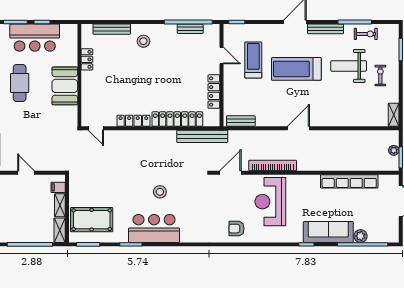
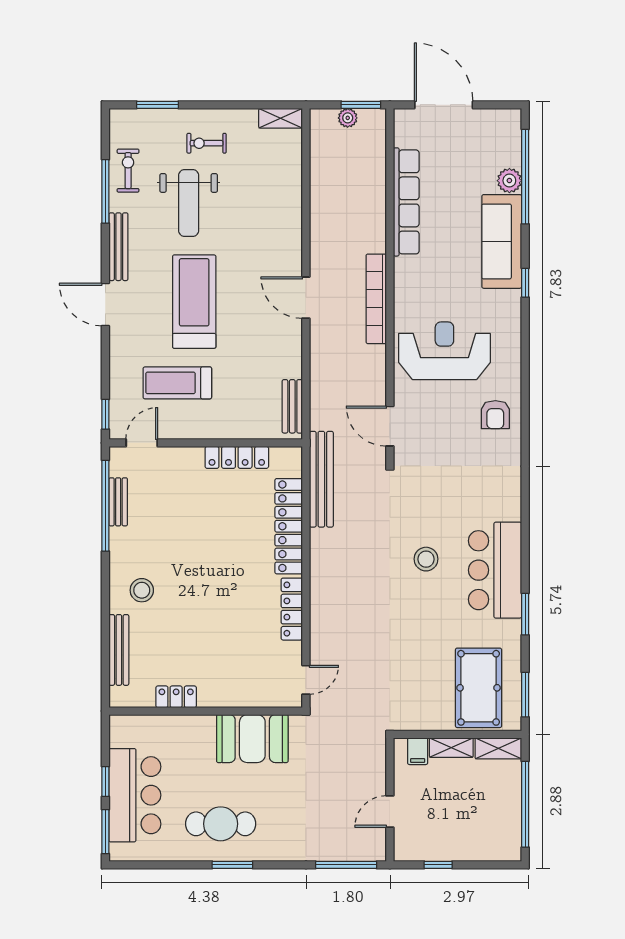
door: (221, 55) -> (142, 443), moved
treadmill: (296, 69) -> (194, 302), turned 180
booth: (65, 86) -> (252, 739), moved
bookcase: (273, 165) -> (376, 299), moved
reception desk: (270, 202) -> (444, 351), turned 180

